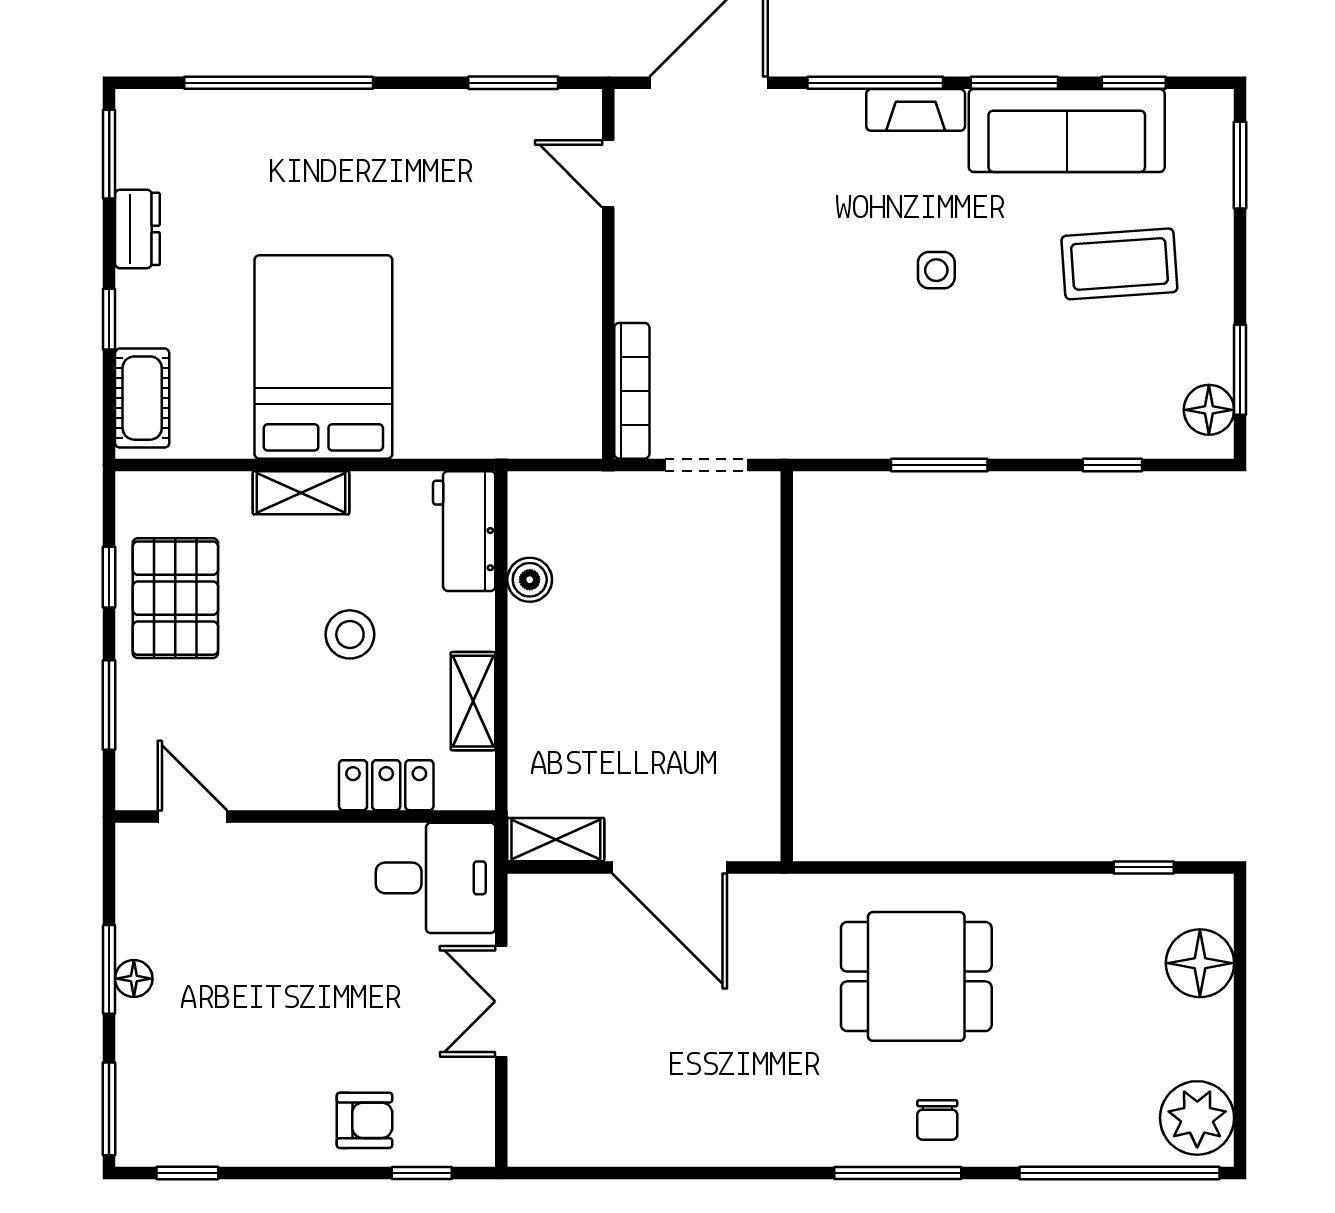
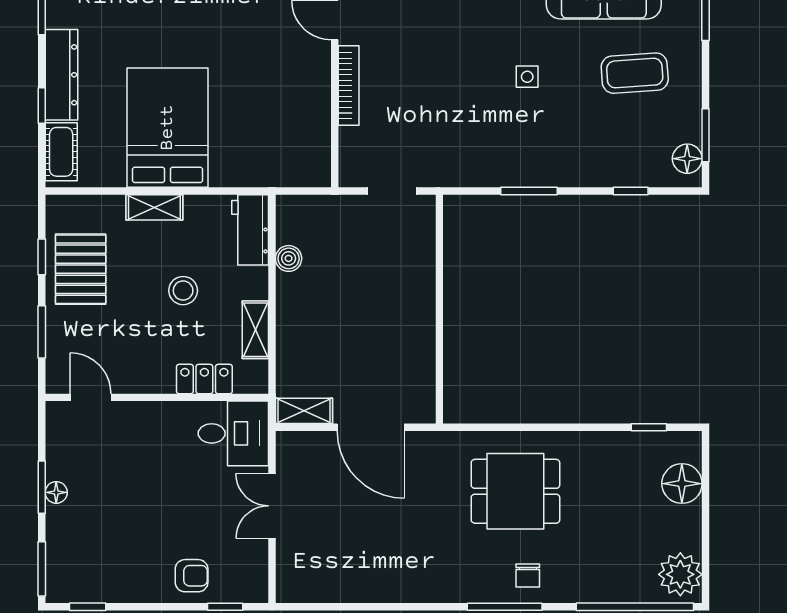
dresser: (137, 229) -> (61, 75), width x1.96, depth x1.24
bookcase: (632, 391) -> (349, 85), moved

